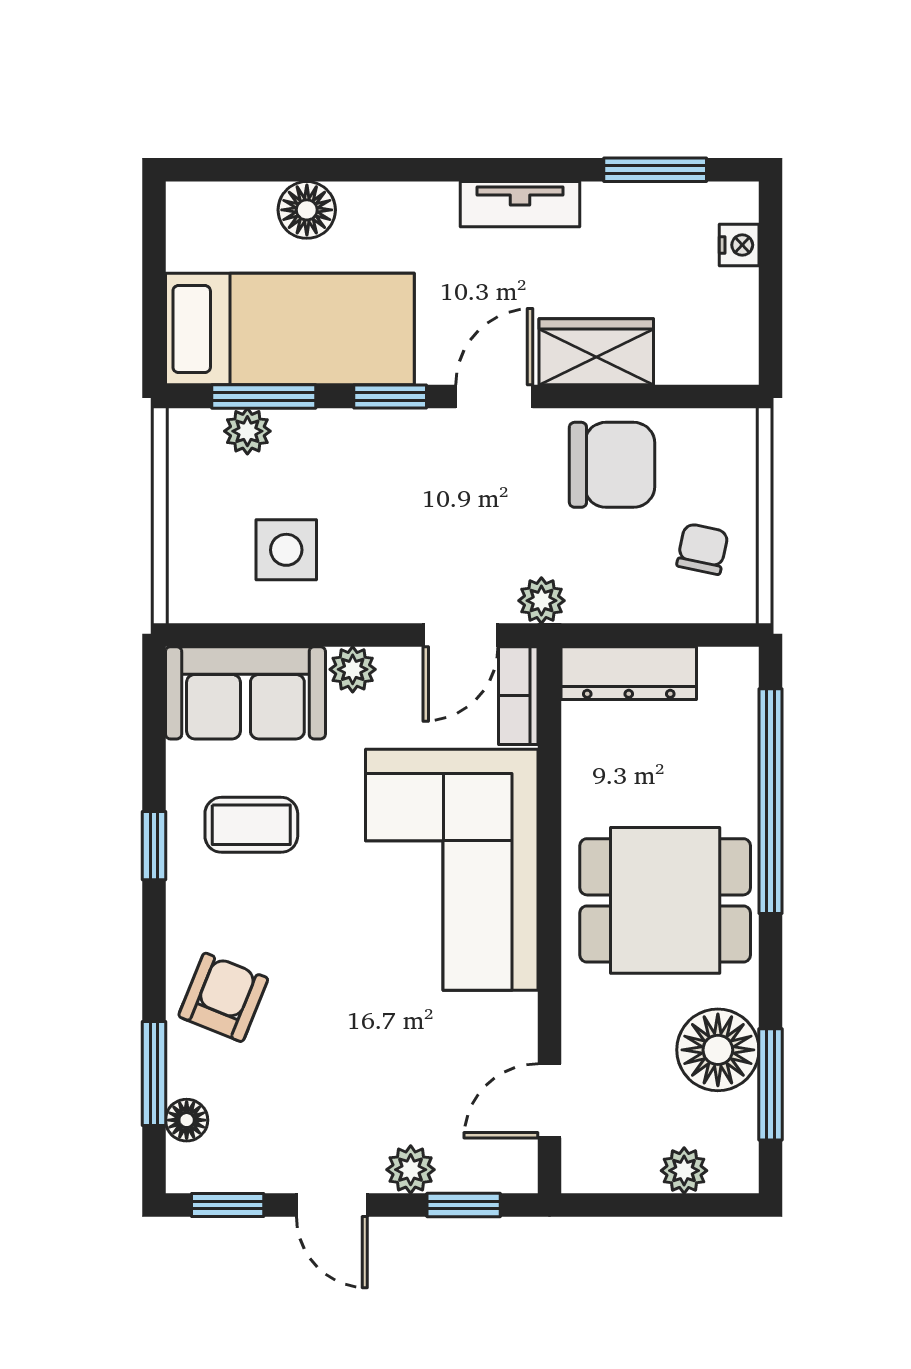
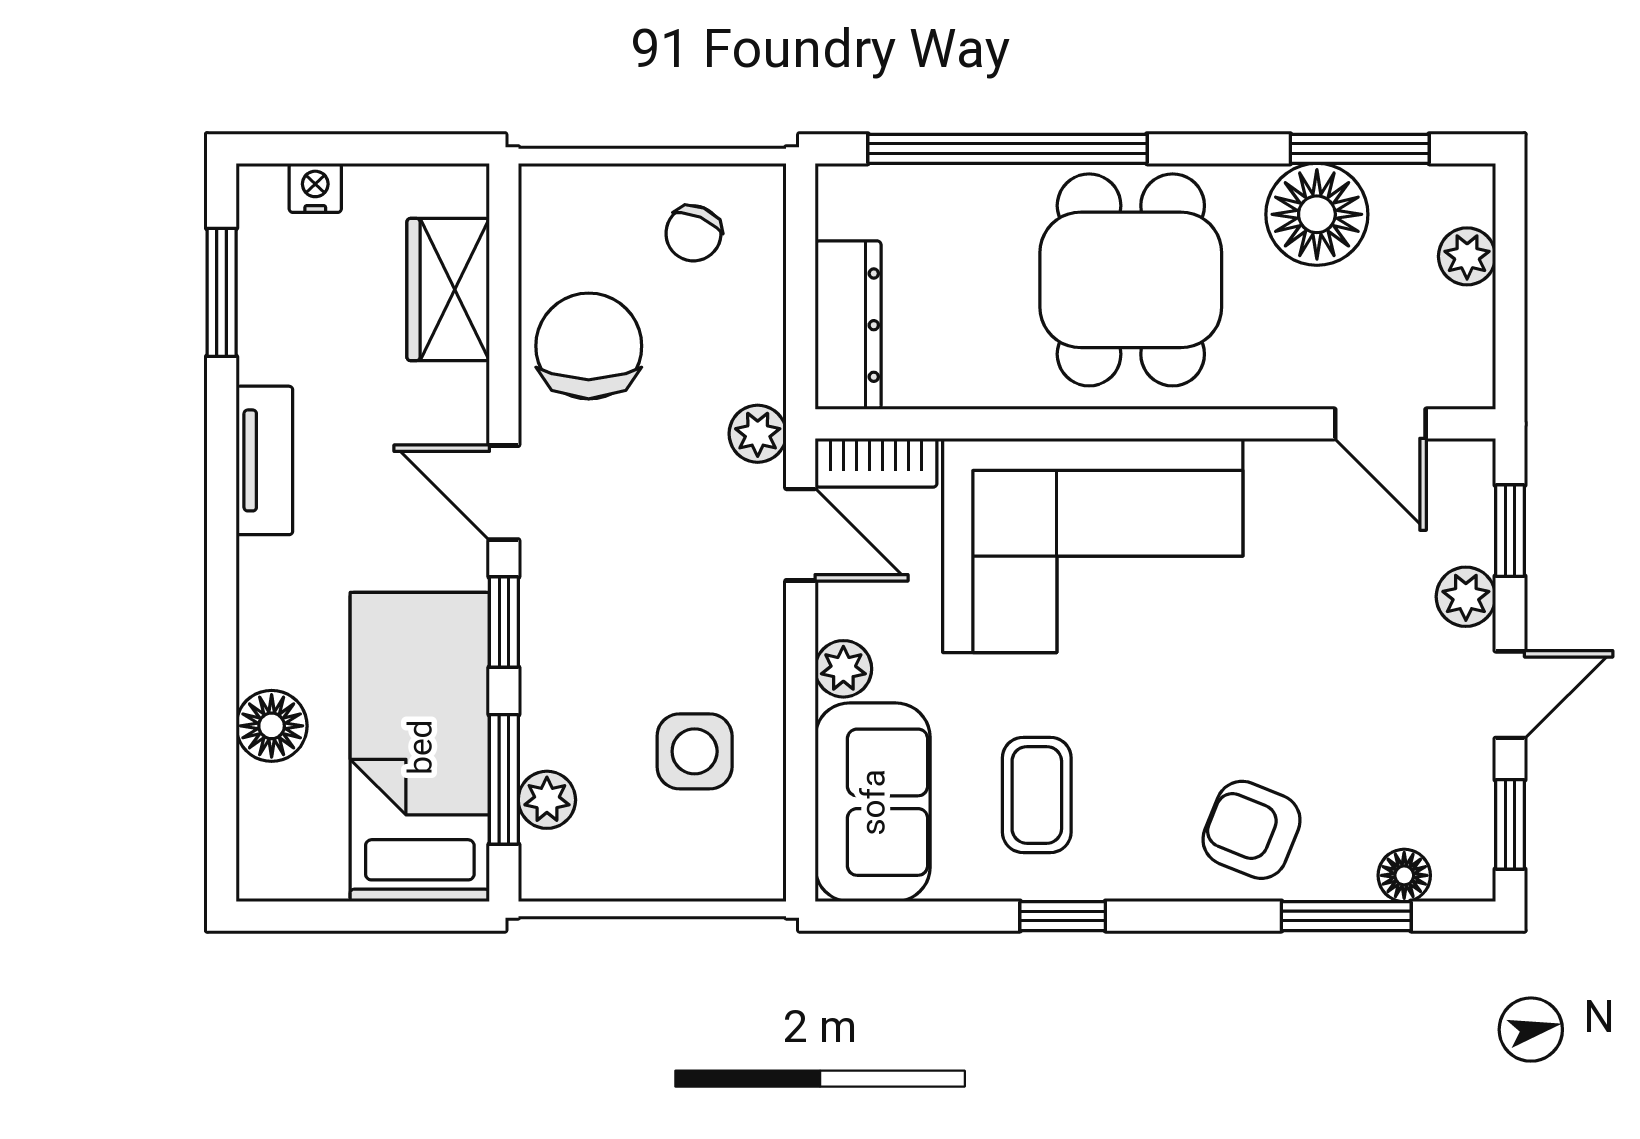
wardrobe: (596, 352) -> (448, 290), moved
chair: (702, 549) -> (693, 233), turned -79

